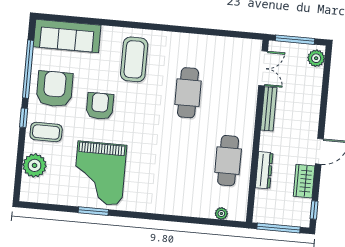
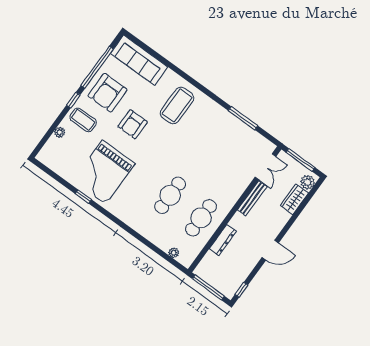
window: (210, 32) -> (243, 118), added
armchair: (55, 89) -> (108, 93), turned 180
cafe table: (188, 93) -> (170, 195), moved
armchair: (100, 106) -> (133, 124), turned 180
plant: (35, 165) -> (60, 132), width x0.53, depth x0.53
wardrobe: (304, 181) -> (294, 199), moved
window: (93, 211) -> (83, 197), width x0.67

